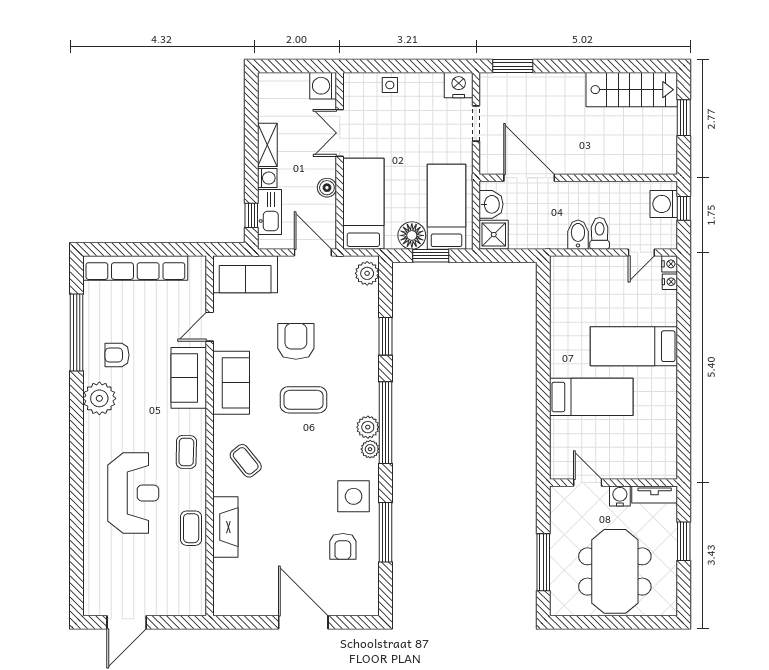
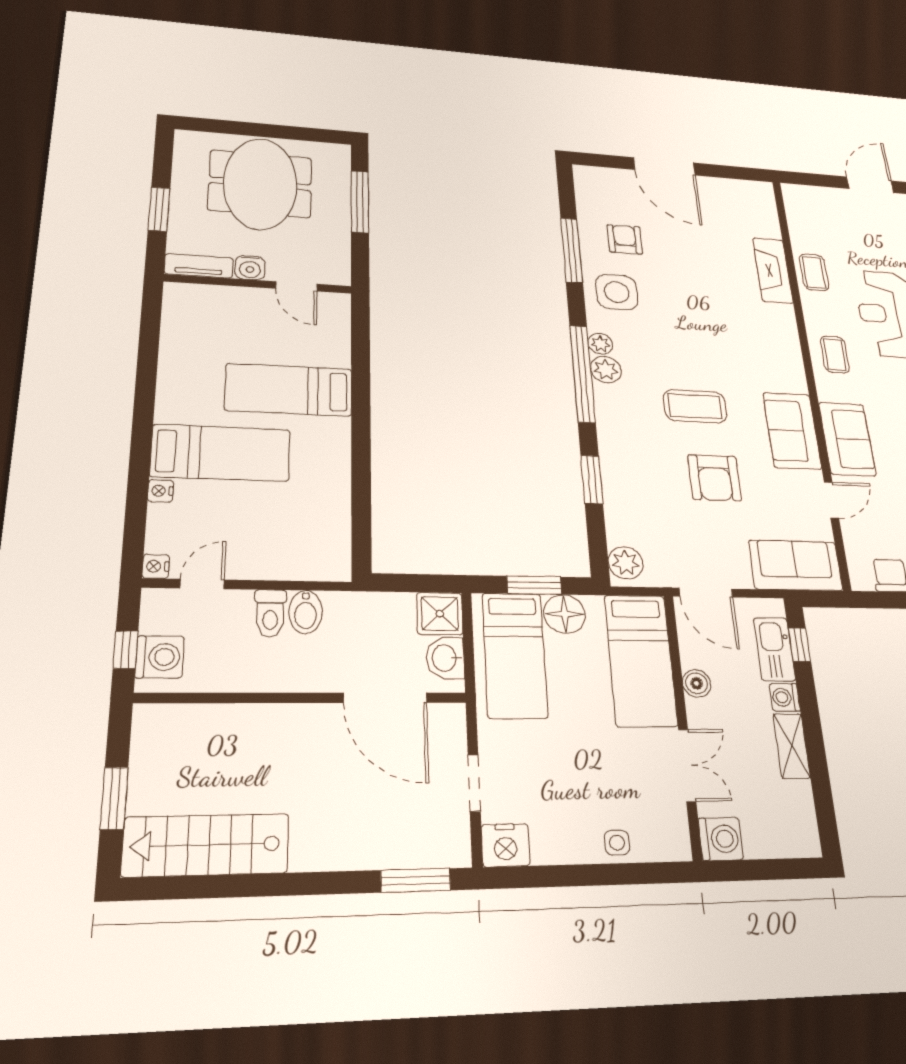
nightstand: (670, 282) -> (161, 491), moved
coffee table: (246, 461) -> (759, 340), removed

